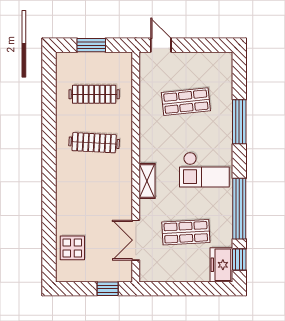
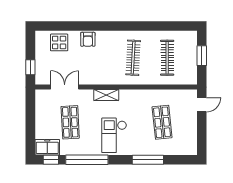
armchair: (68, 207) -> (88, 39), added

